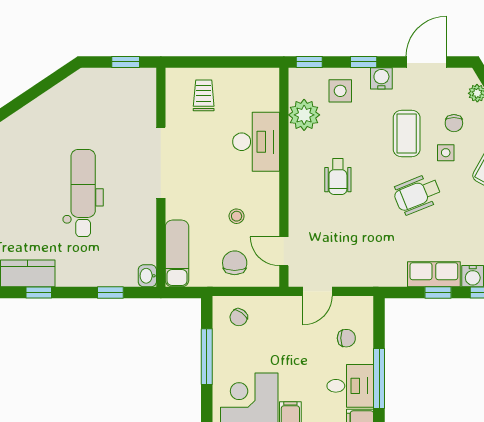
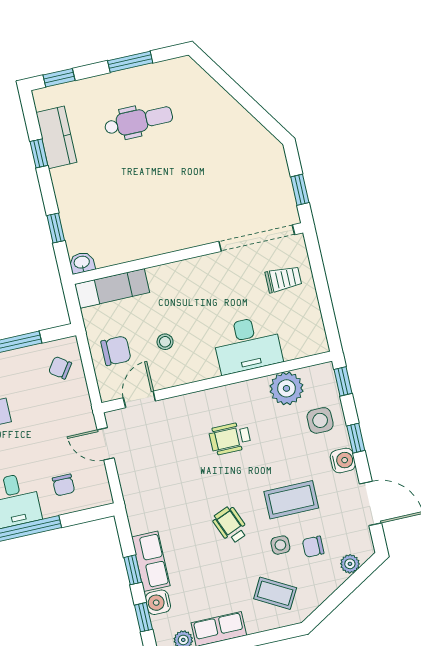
doorway: (161, 163) -> (257, 238), moved
dental chair: (83, 193) -> (139, 121), moved, width x0.73, depth x0.72
wheelchair: (417, 194) -> (230, 525), width x0.73, depth x0.73

